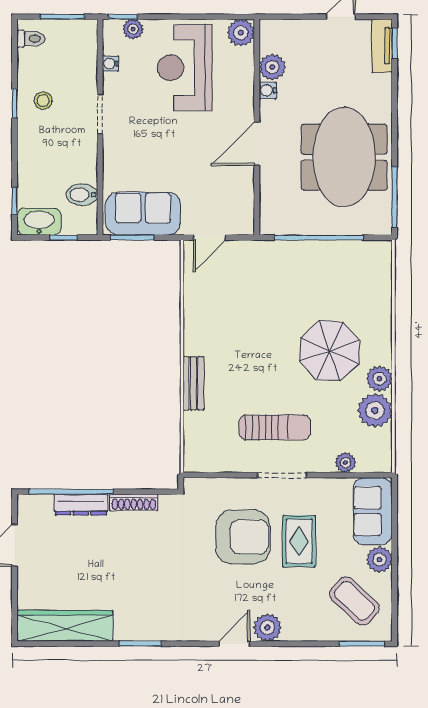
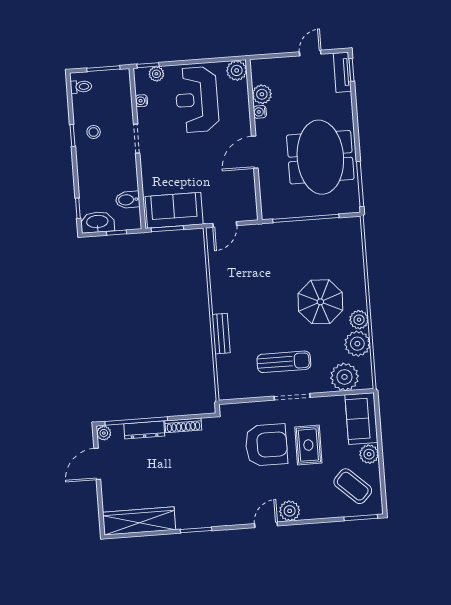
plant: (345, 463) -> (345, 377), width x1.88, depth x1.88
plant: (26, 505) -> (104, 433), added

